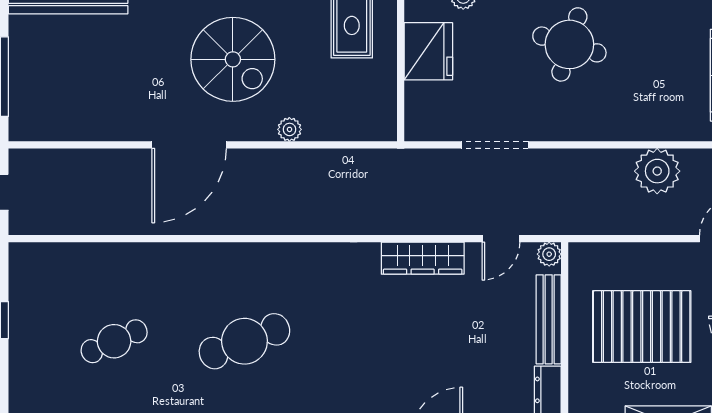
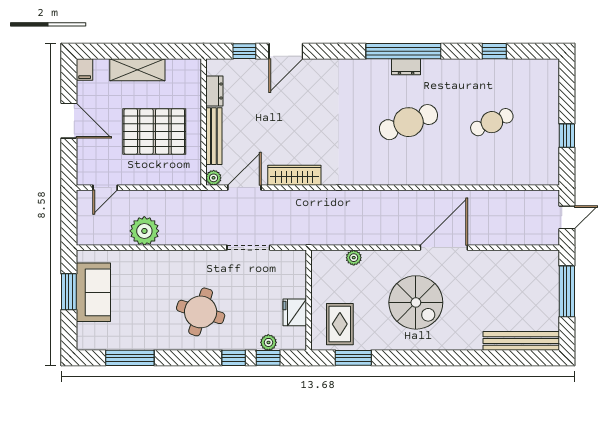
fridge: (428, 51) -> (295, 312), width x0.73, depth x0.75
spiral stairs: (233, 59) -> (416, 302), turned 180
plant: (289, 129) -> (354, 258), moved
door: (501, 239) -> (244, 188), width x1.38

